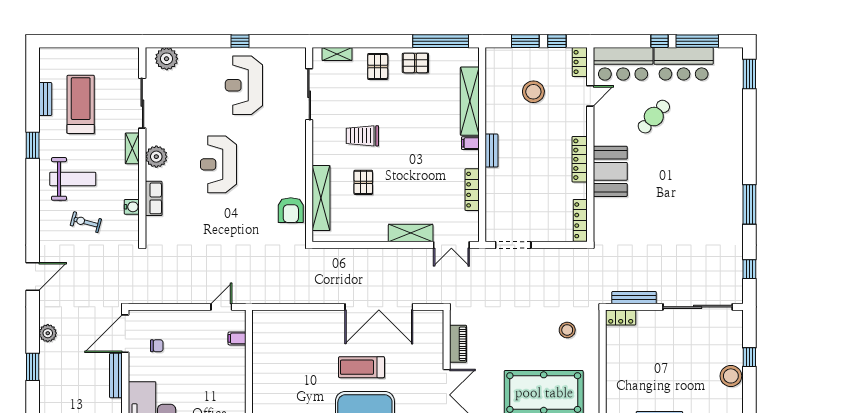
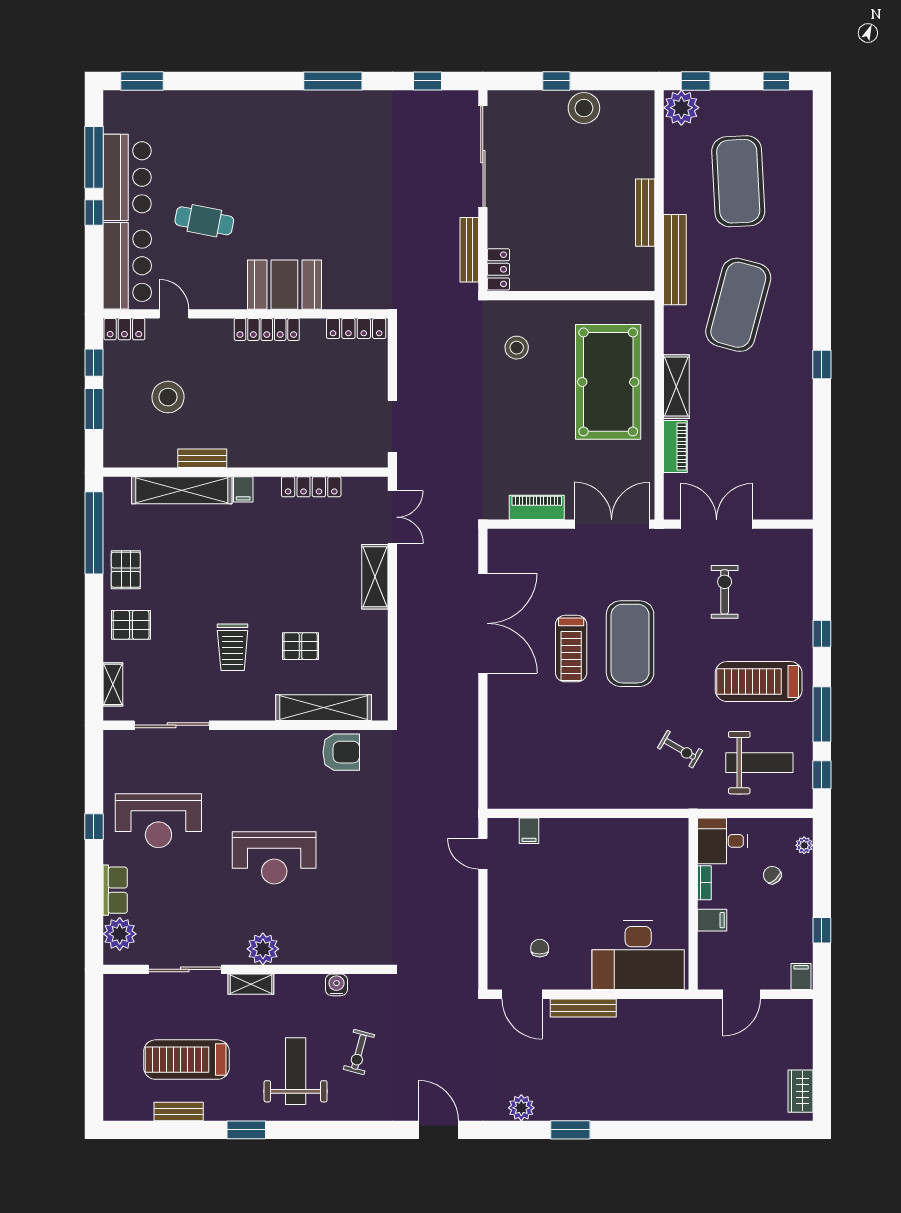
cafe table: (654, 117) -> (204, 221), turned -31
bench: (492, 151) -> (202, 458), moved
row of seats: (154, 198) -> (115, 890), moved, turned 90
door: (125, 334) -> (522, 994), width x0.73

